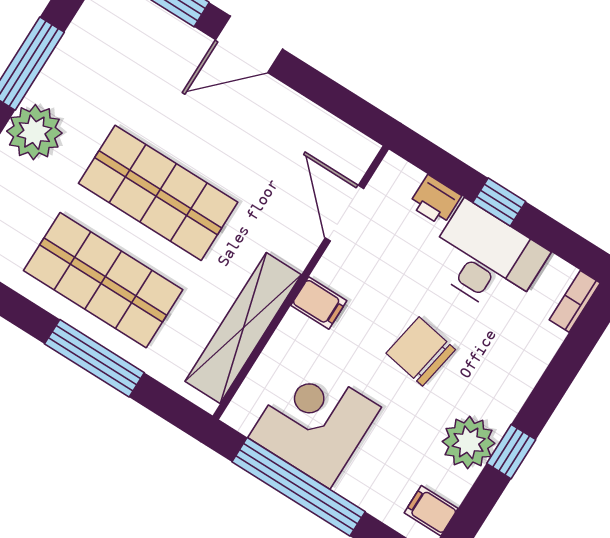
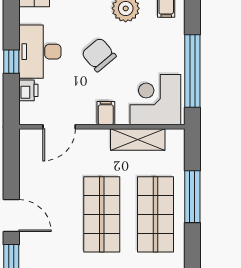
shelving: (243, 328) -> (138, 139), width x0.68
chair: (421, 351) -> (99, 55), turned 130
corner desk: (315, 422) -> (155, 100), moved, turned 90

